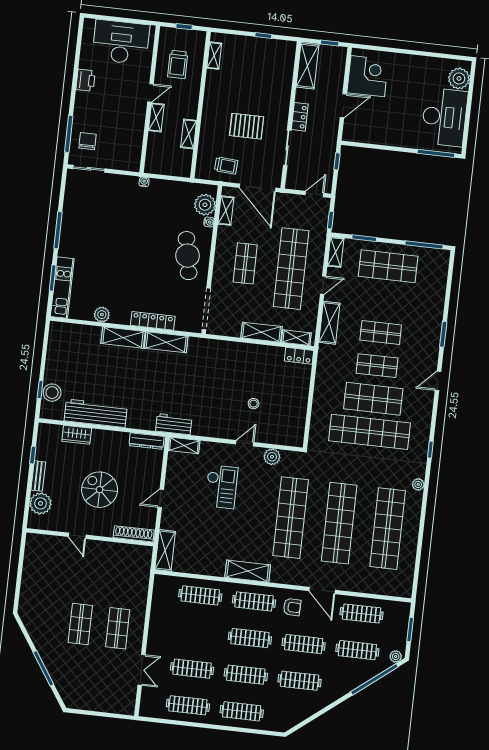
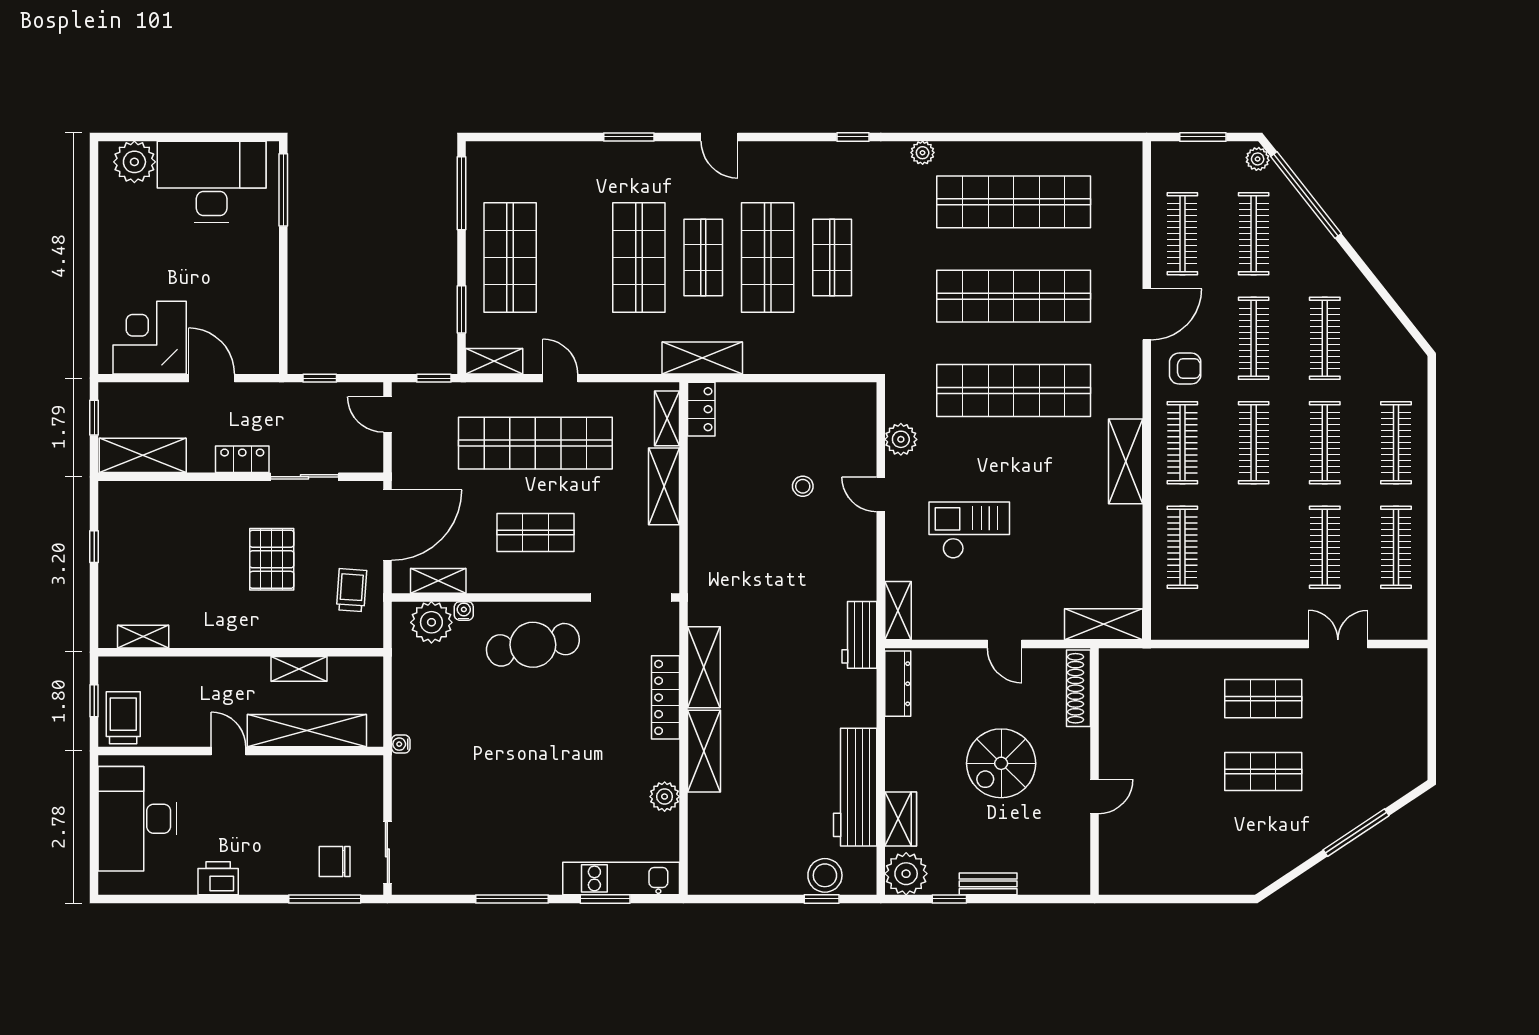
trolley: (178, 64) -> (123, 718), moved, turned -90
shelving: (156, 117) -> (307, 731), width x2.20, depth x1.33
shelving: (329, 323) -> (702, 358), moved
shop shelf: (381, 332) -> (639, 258), width x1.43, depth x1.36
shop shelf: (369, 432) -> (832, 258), width x0.50, depth x0.74
plant: (40, 503) -> (906, 874), moved
armchair: (292, 607) -> (1185, 369), turned 89

